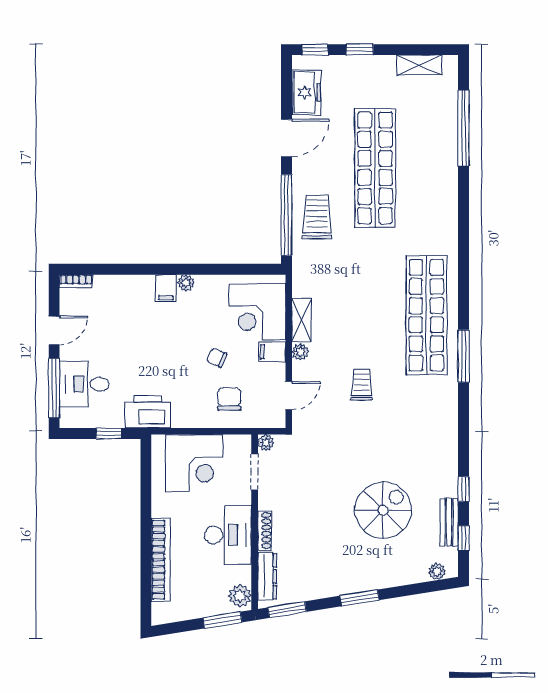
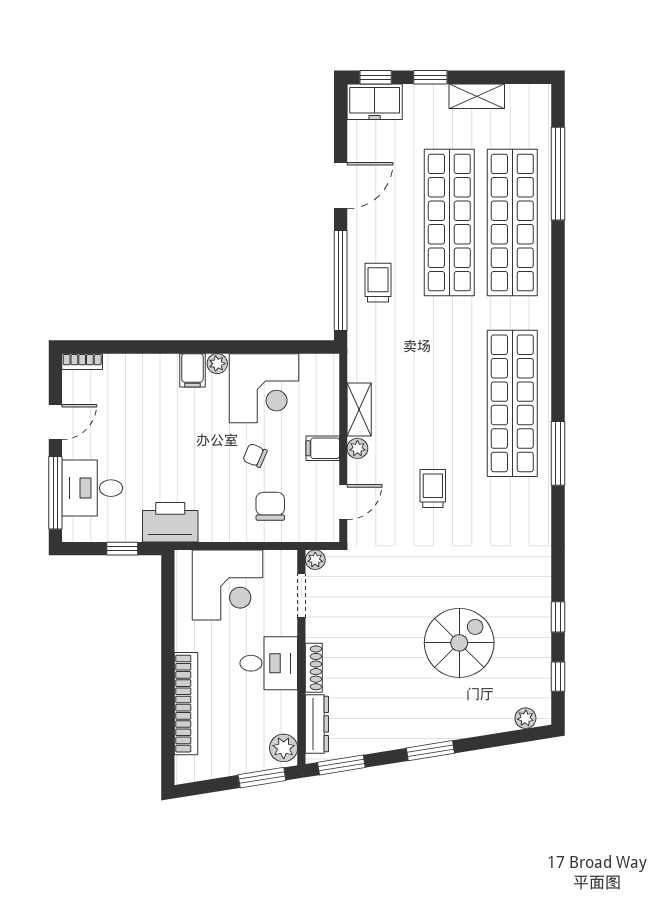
shelving: (419, 65) -> (477, 96), moved
freezer: (306, 92) -> (375, 102), moved, turned 90
shop shelf: (426, 168) -> (512, 223), added
trolley: (317, 217) -> (378, 283), width x0.73, depth x0.72
corner desk: (257, 312) -> (264, 388), moved, turned -90
bench: (449, 522) -> (540, 658), removed
desk: (228, 535) -> (269, 663), width x0.73

